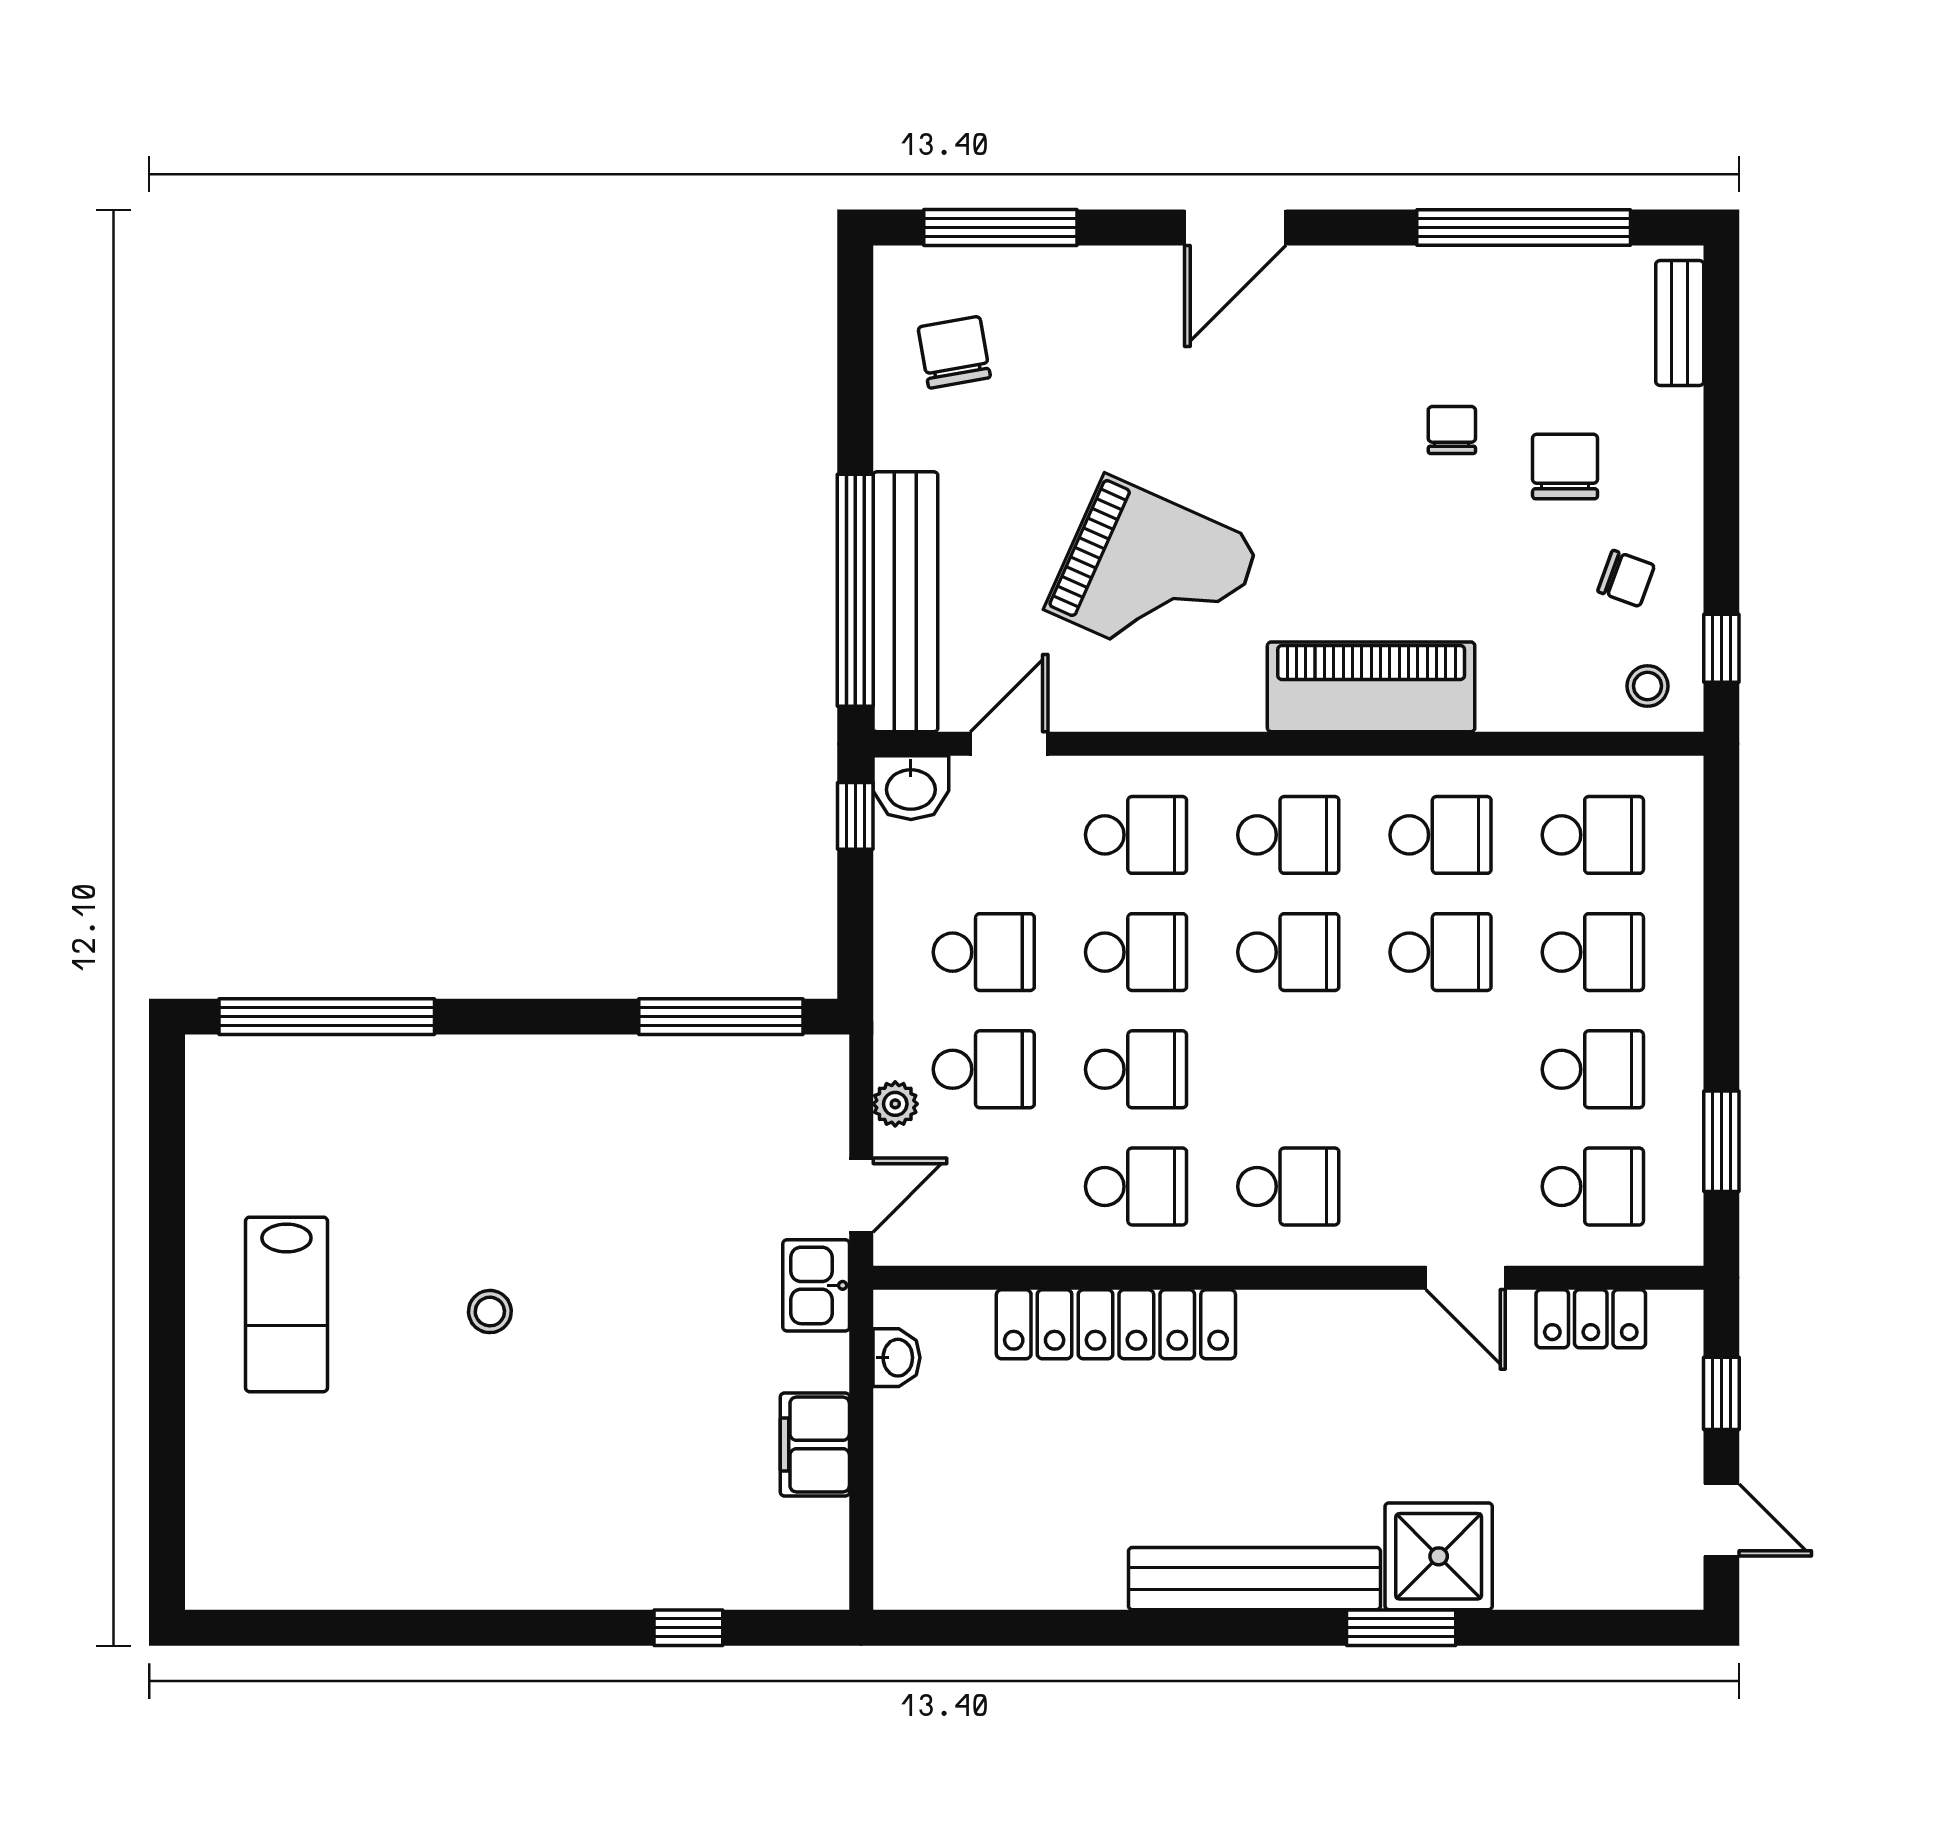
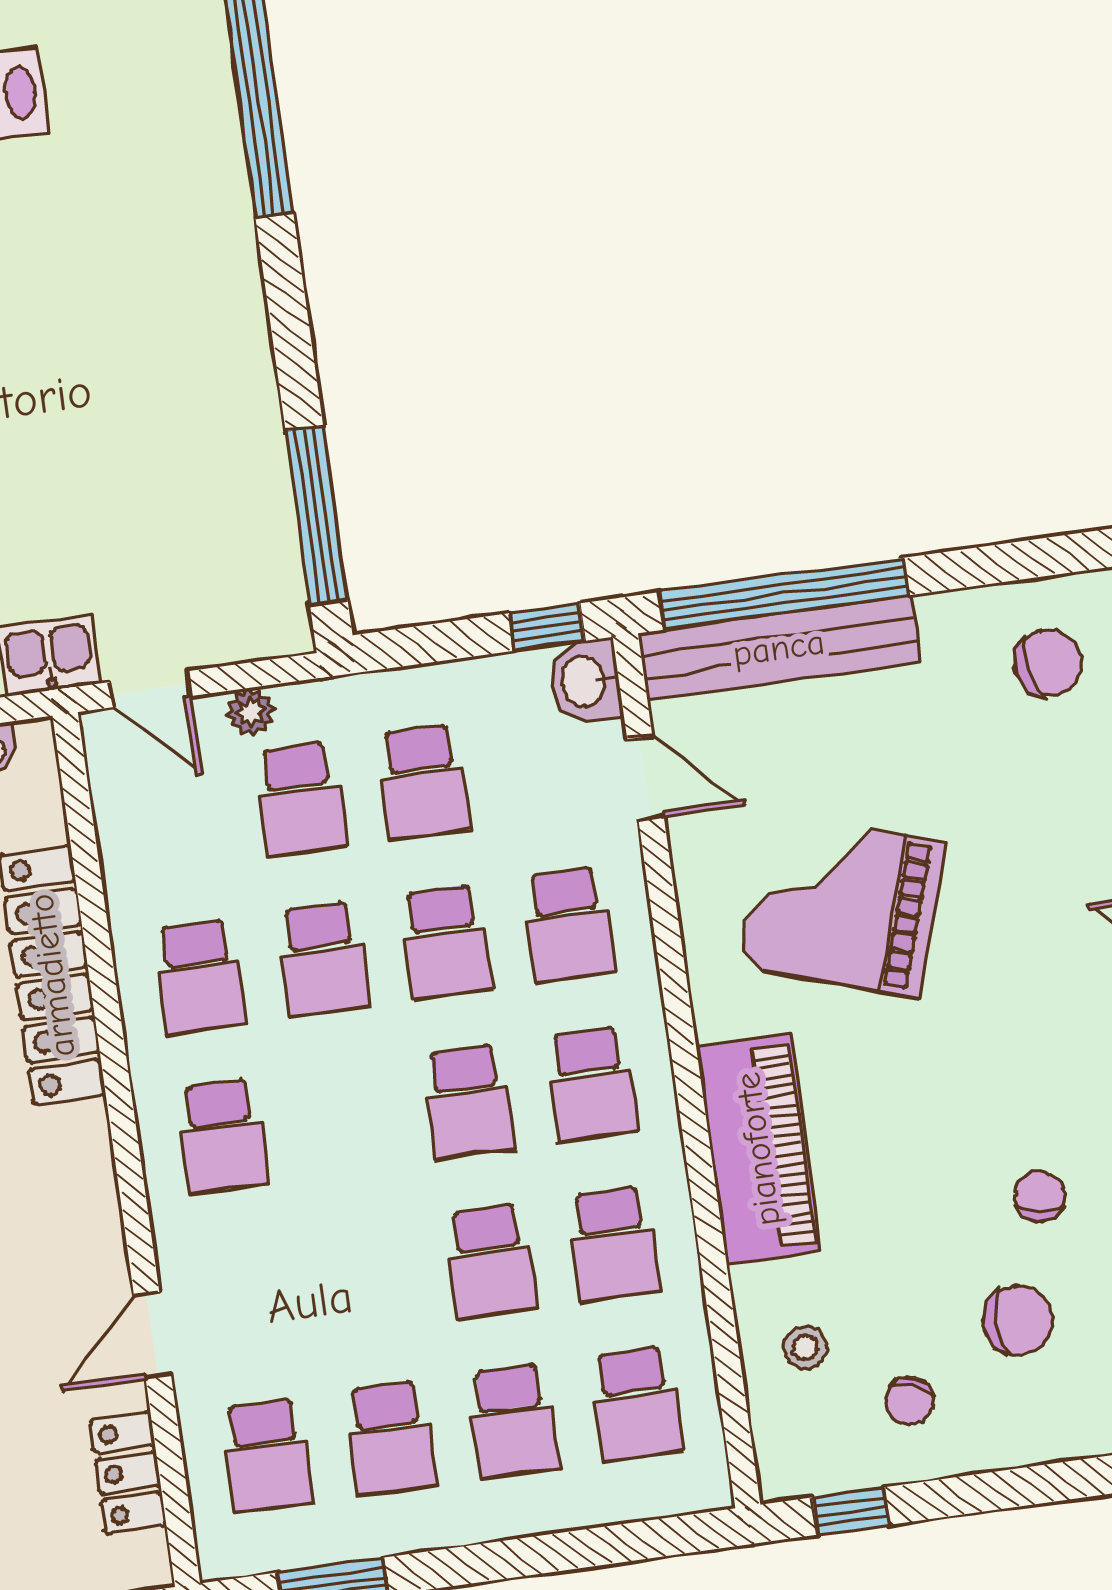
chair: (1452, 430) -> (1040, 1196), turned -79
grand piano: (1153, 576) -> (842, 904), turned 84
stool: (1648, 686) -> (805, 1348), moved

